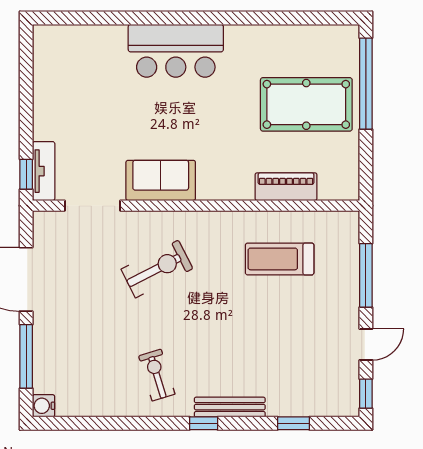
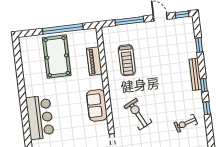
window: (366, 84) -> (63, 29), moved
sofa: (161, 180) -> (97, 105), moved
exercise bike: (157, 375) -> (186, 123), moved
window: (152, 423) -> (207, 108), added

